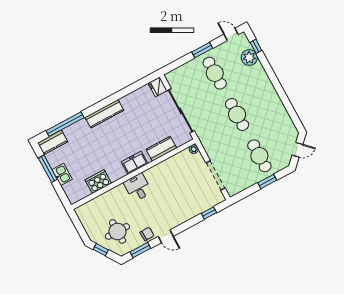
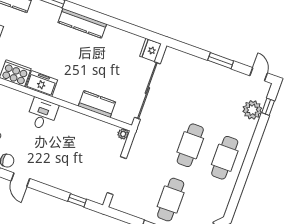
cafe table: (215, 73) -> (225, 158), moved
freezer: (135, 163) -> (42, 84), moved

